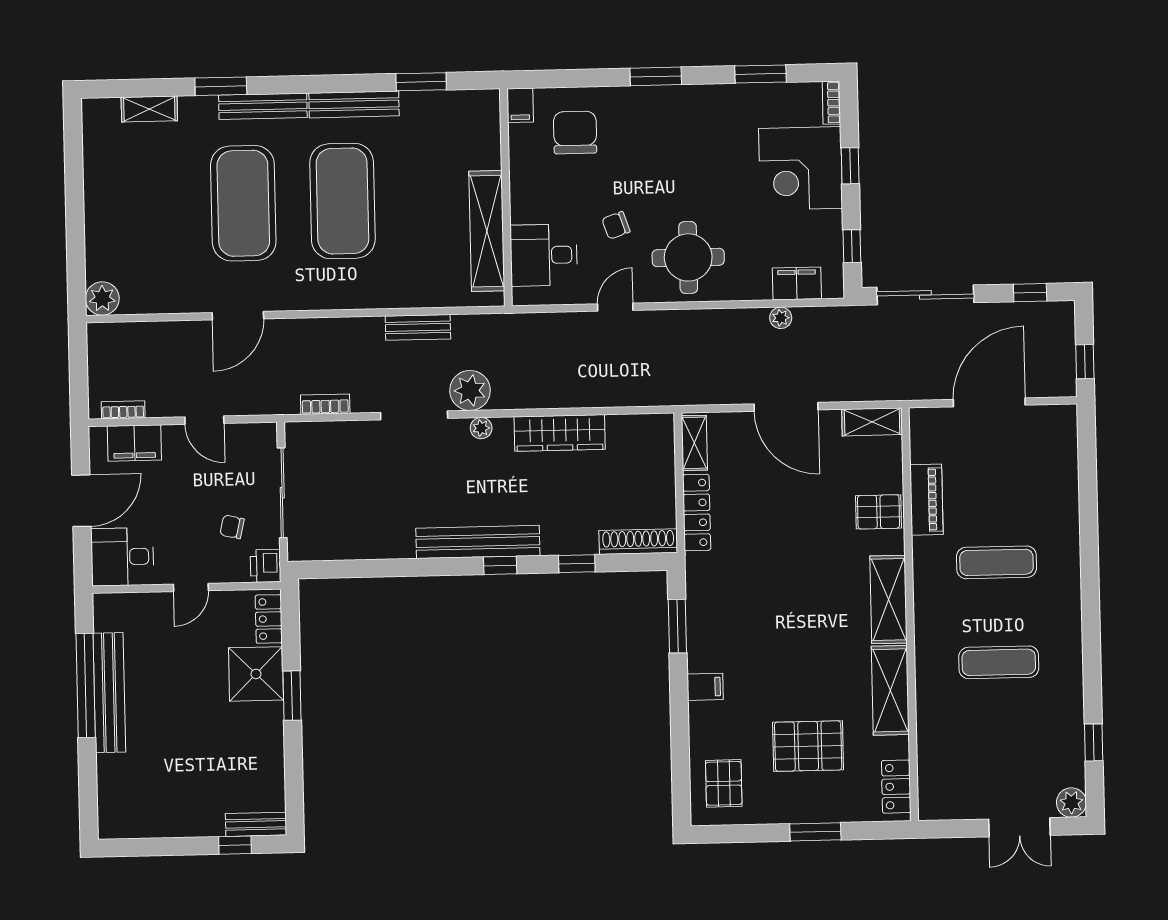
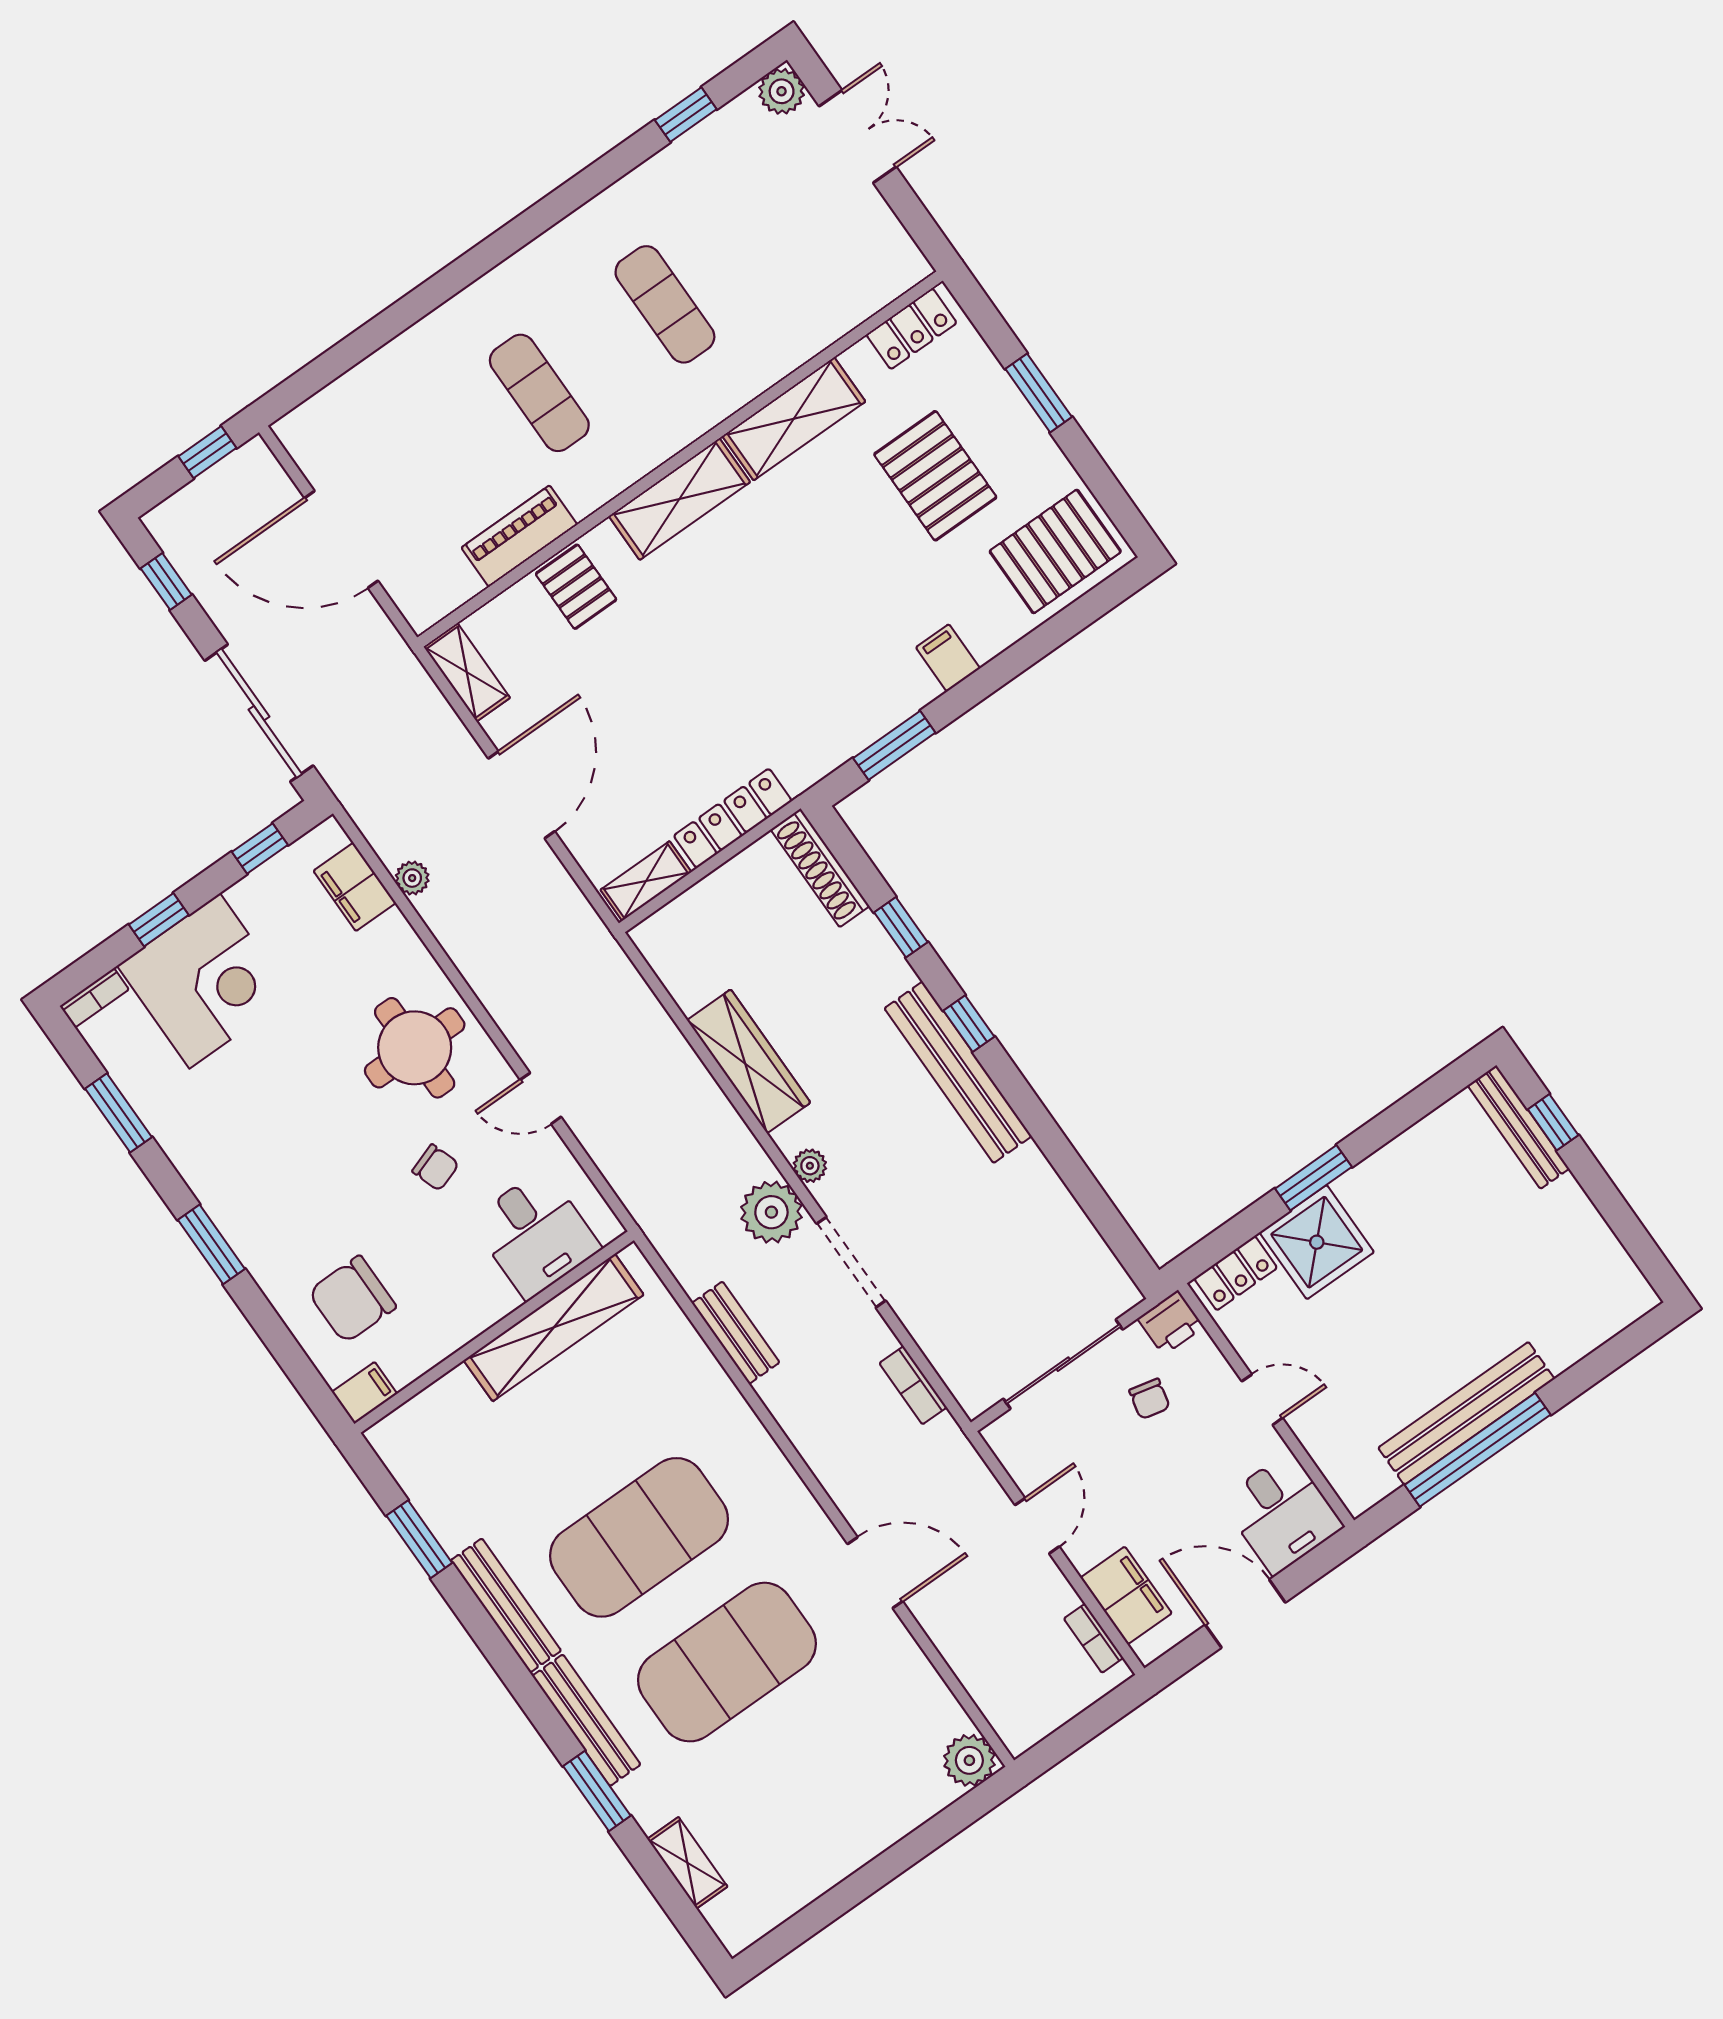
pallet: (724, 783) -> (1055, 551), width x1.50, depth x1.42
bench: (256, 824) -> (1518, 1127), width x1.36

